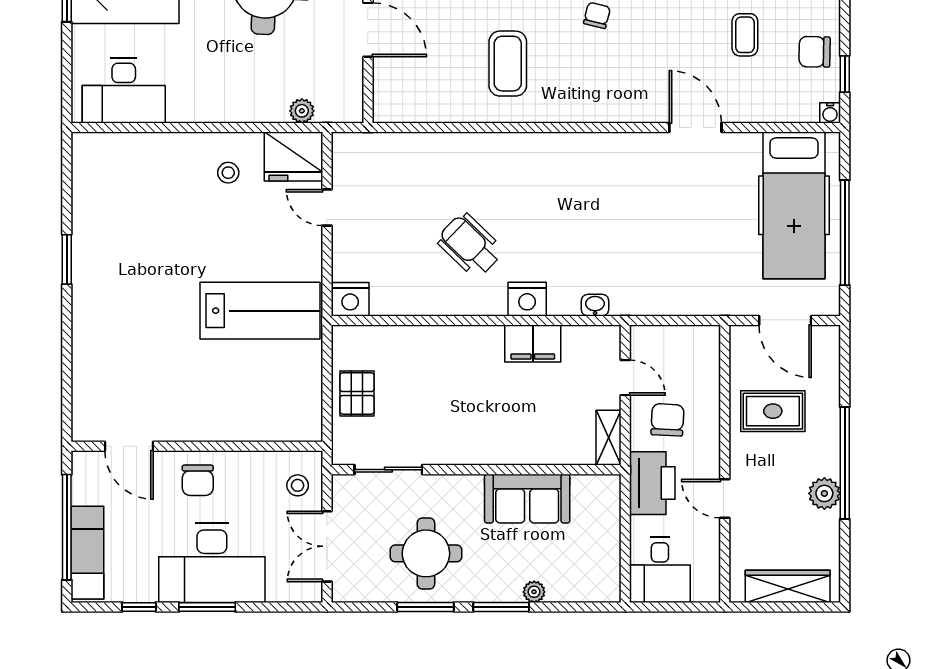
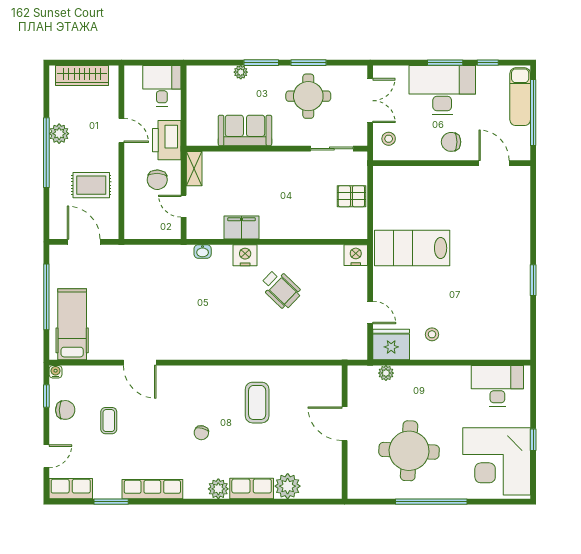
hospital bed: (794, 205) -> (72, 324), width x0.73, depth x0.78
pallet: (357, 393) -> (351, 196), turned 90
chair: (198, 480) -> (451, 142), turned -90

